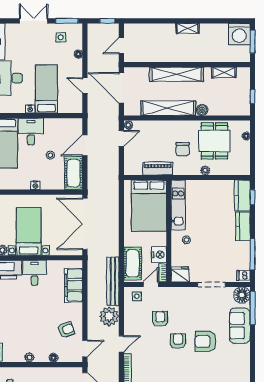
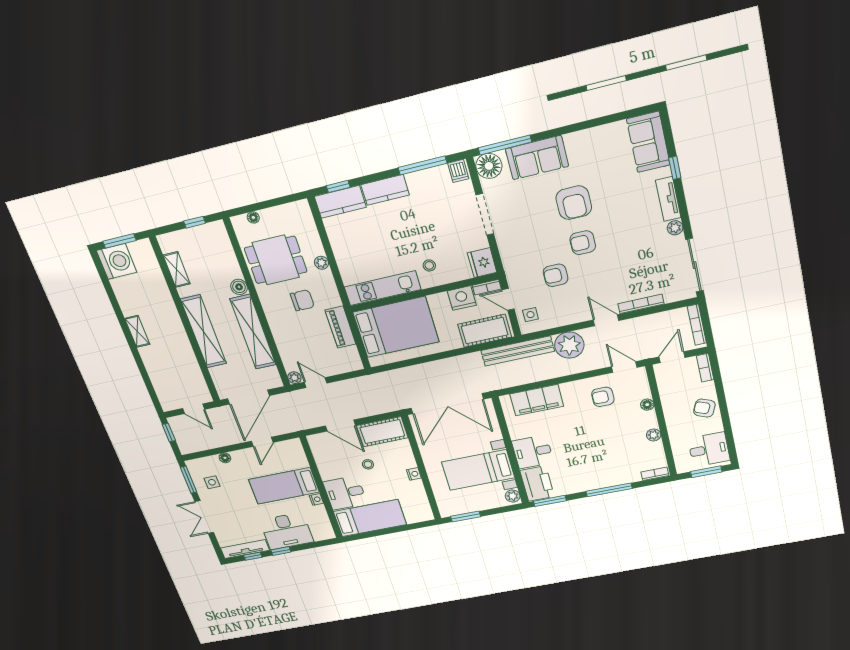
armchair: (66, 330) -> (603, 397), turned -70

